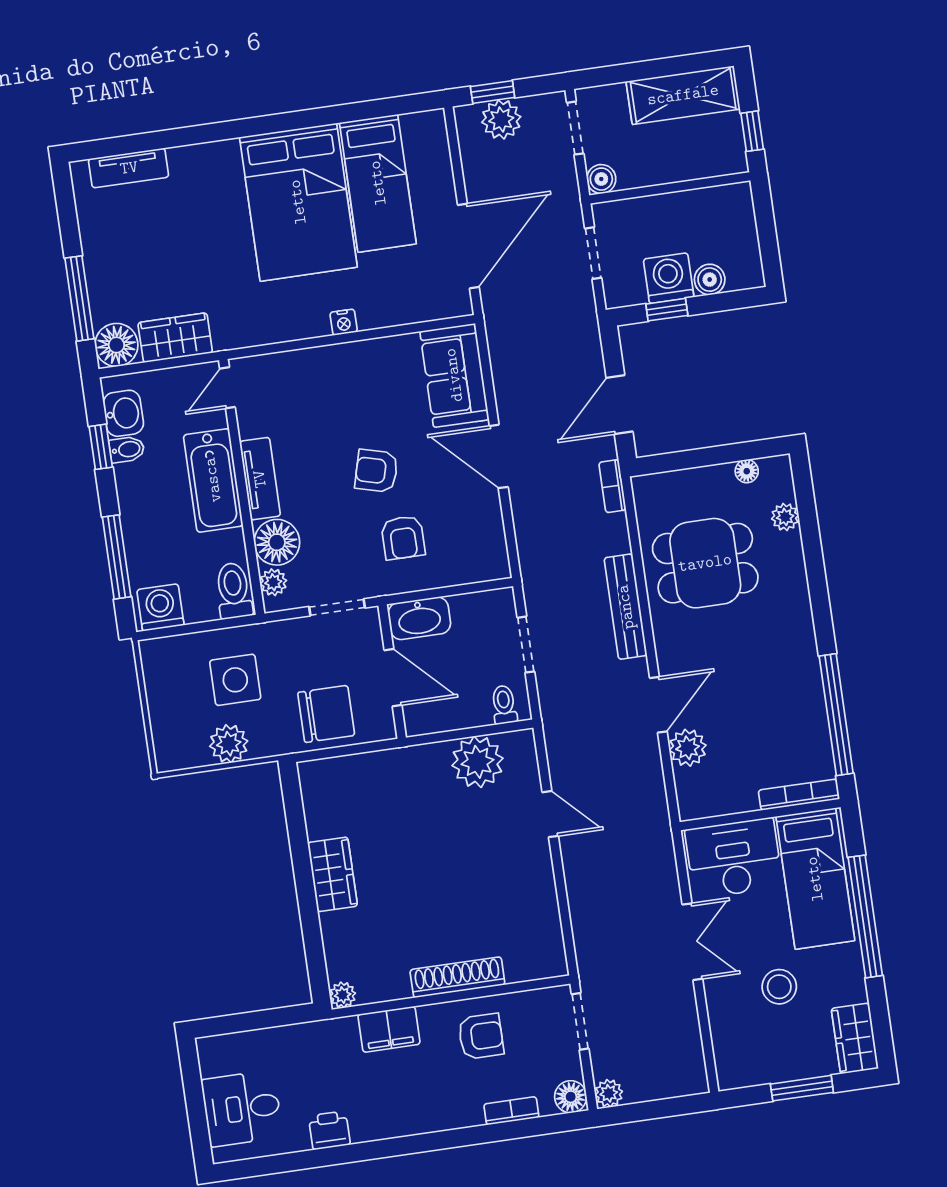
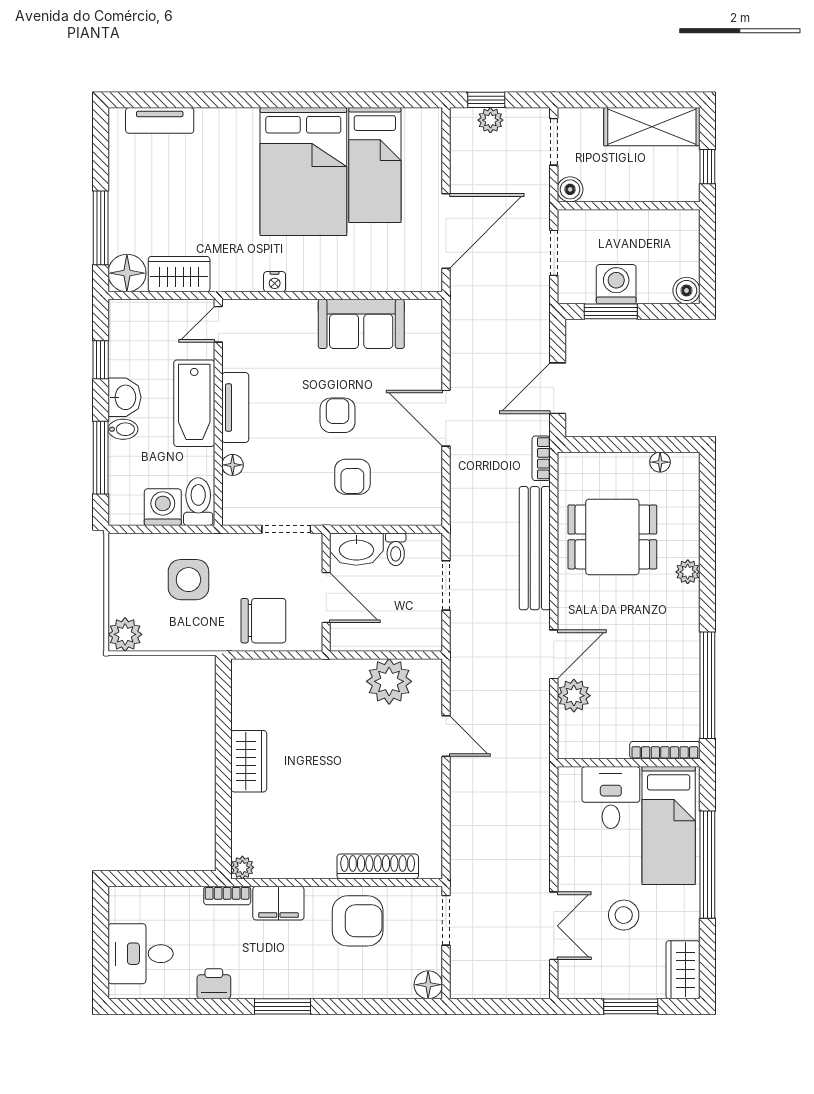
plant: (501, 119) -> (490, 120), width x0.73, depth x0.73
boiler: (710, 280) -> (686, 291), moved
window: (667, 310) -> (611, 311), width x1.50
nightstand: (344, 322) -> (275, 282), moved
sofa: (454, 375) -> (361, 324), moved, turned -90
washbasin: (123, 413) -> (124, 397), moved
bidet: (127, 449) -> (123, 429), moved
armchair: (376, 471) -> (338, 415), turned 75
plant: (785, 517) -> (688, 572), moved
floor lamp: (277, 542) -> (233, 465), width x0.53, depth x0.53
plant: (273, 582) -> (234, 499), removed
washing machine: (160, 607) -> (163, 507), moved
bench: (626, 607) -> (535, 548), width x1.37, depth x1.21
toilet: (504, 705) -> (396, 549), moved, turned 180
plant: (229, 744) -> (125, 634), moved
desk: (734, 858) -> (611, 797), width x0.73
double door: (692, 942) -> (554, 926), moved
shoe rack: (457, 977) -> (378, 866), moved
armchair: (481, 1036) -> (358, 921), width x1.38, depth x1.38
plant: (609, 1093) -> (462, 987), removed
bookcase: (511, 1111) -> (227, 896), moved, turned 180
window: (410, 1145) -> (282, 1006), added

